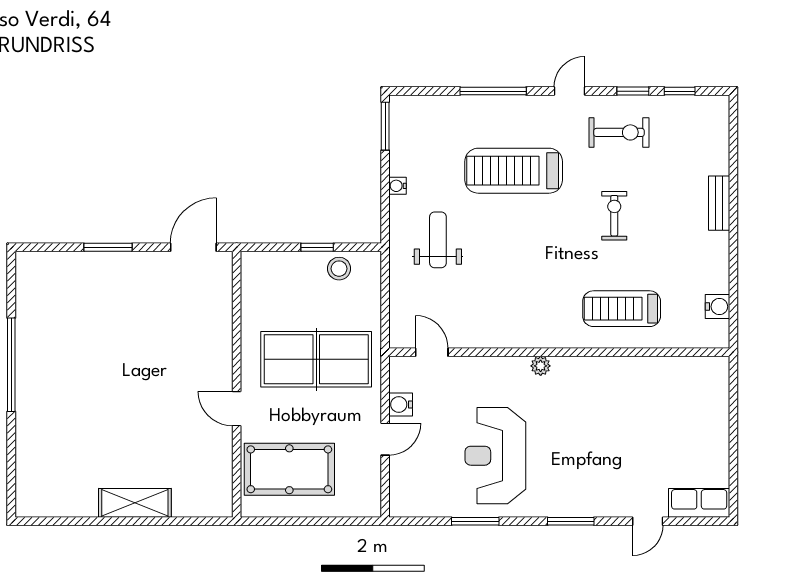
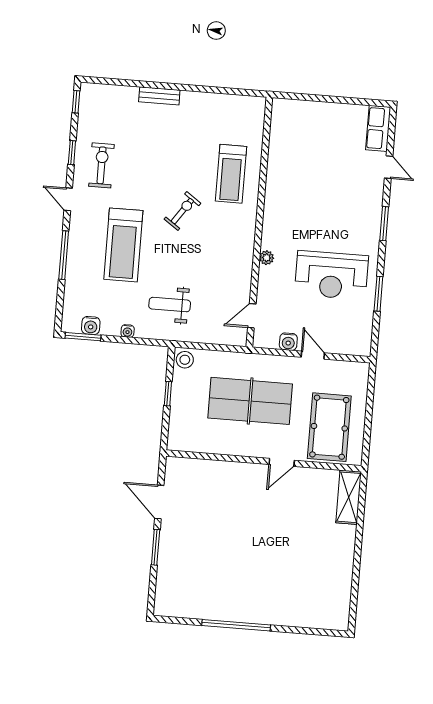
window: (680, 91) -> (76, 102), moved
exercise bike: (614, 216) -> (182, 211), moved, turned 125
door: (193, 247) -> (159, 502), moved
stool: (339, 269) -> (185, 360), moved
water cooler: (717, 307) -> (91, 326), moved, turned 180
table tennis table: (316, 359) -> (250, 401), turned 90
plant: (541, 366) -> (267, 258), moved
shelving: (135, 503) -> (349, 497), moved

